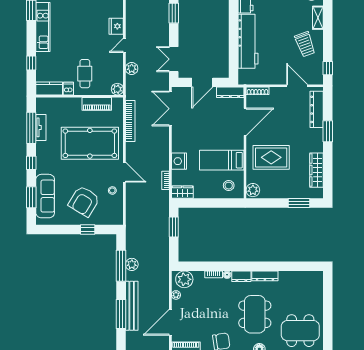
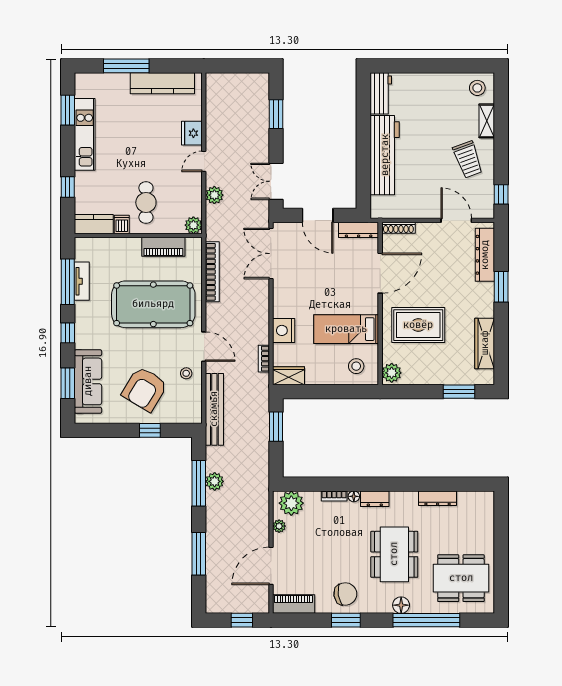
door: (202, 82) -> (318, 215), hinge flipped
dresser: (265, 276) -> (438, 498), moved
bench: (132, 306) -> (214, 409), moved

